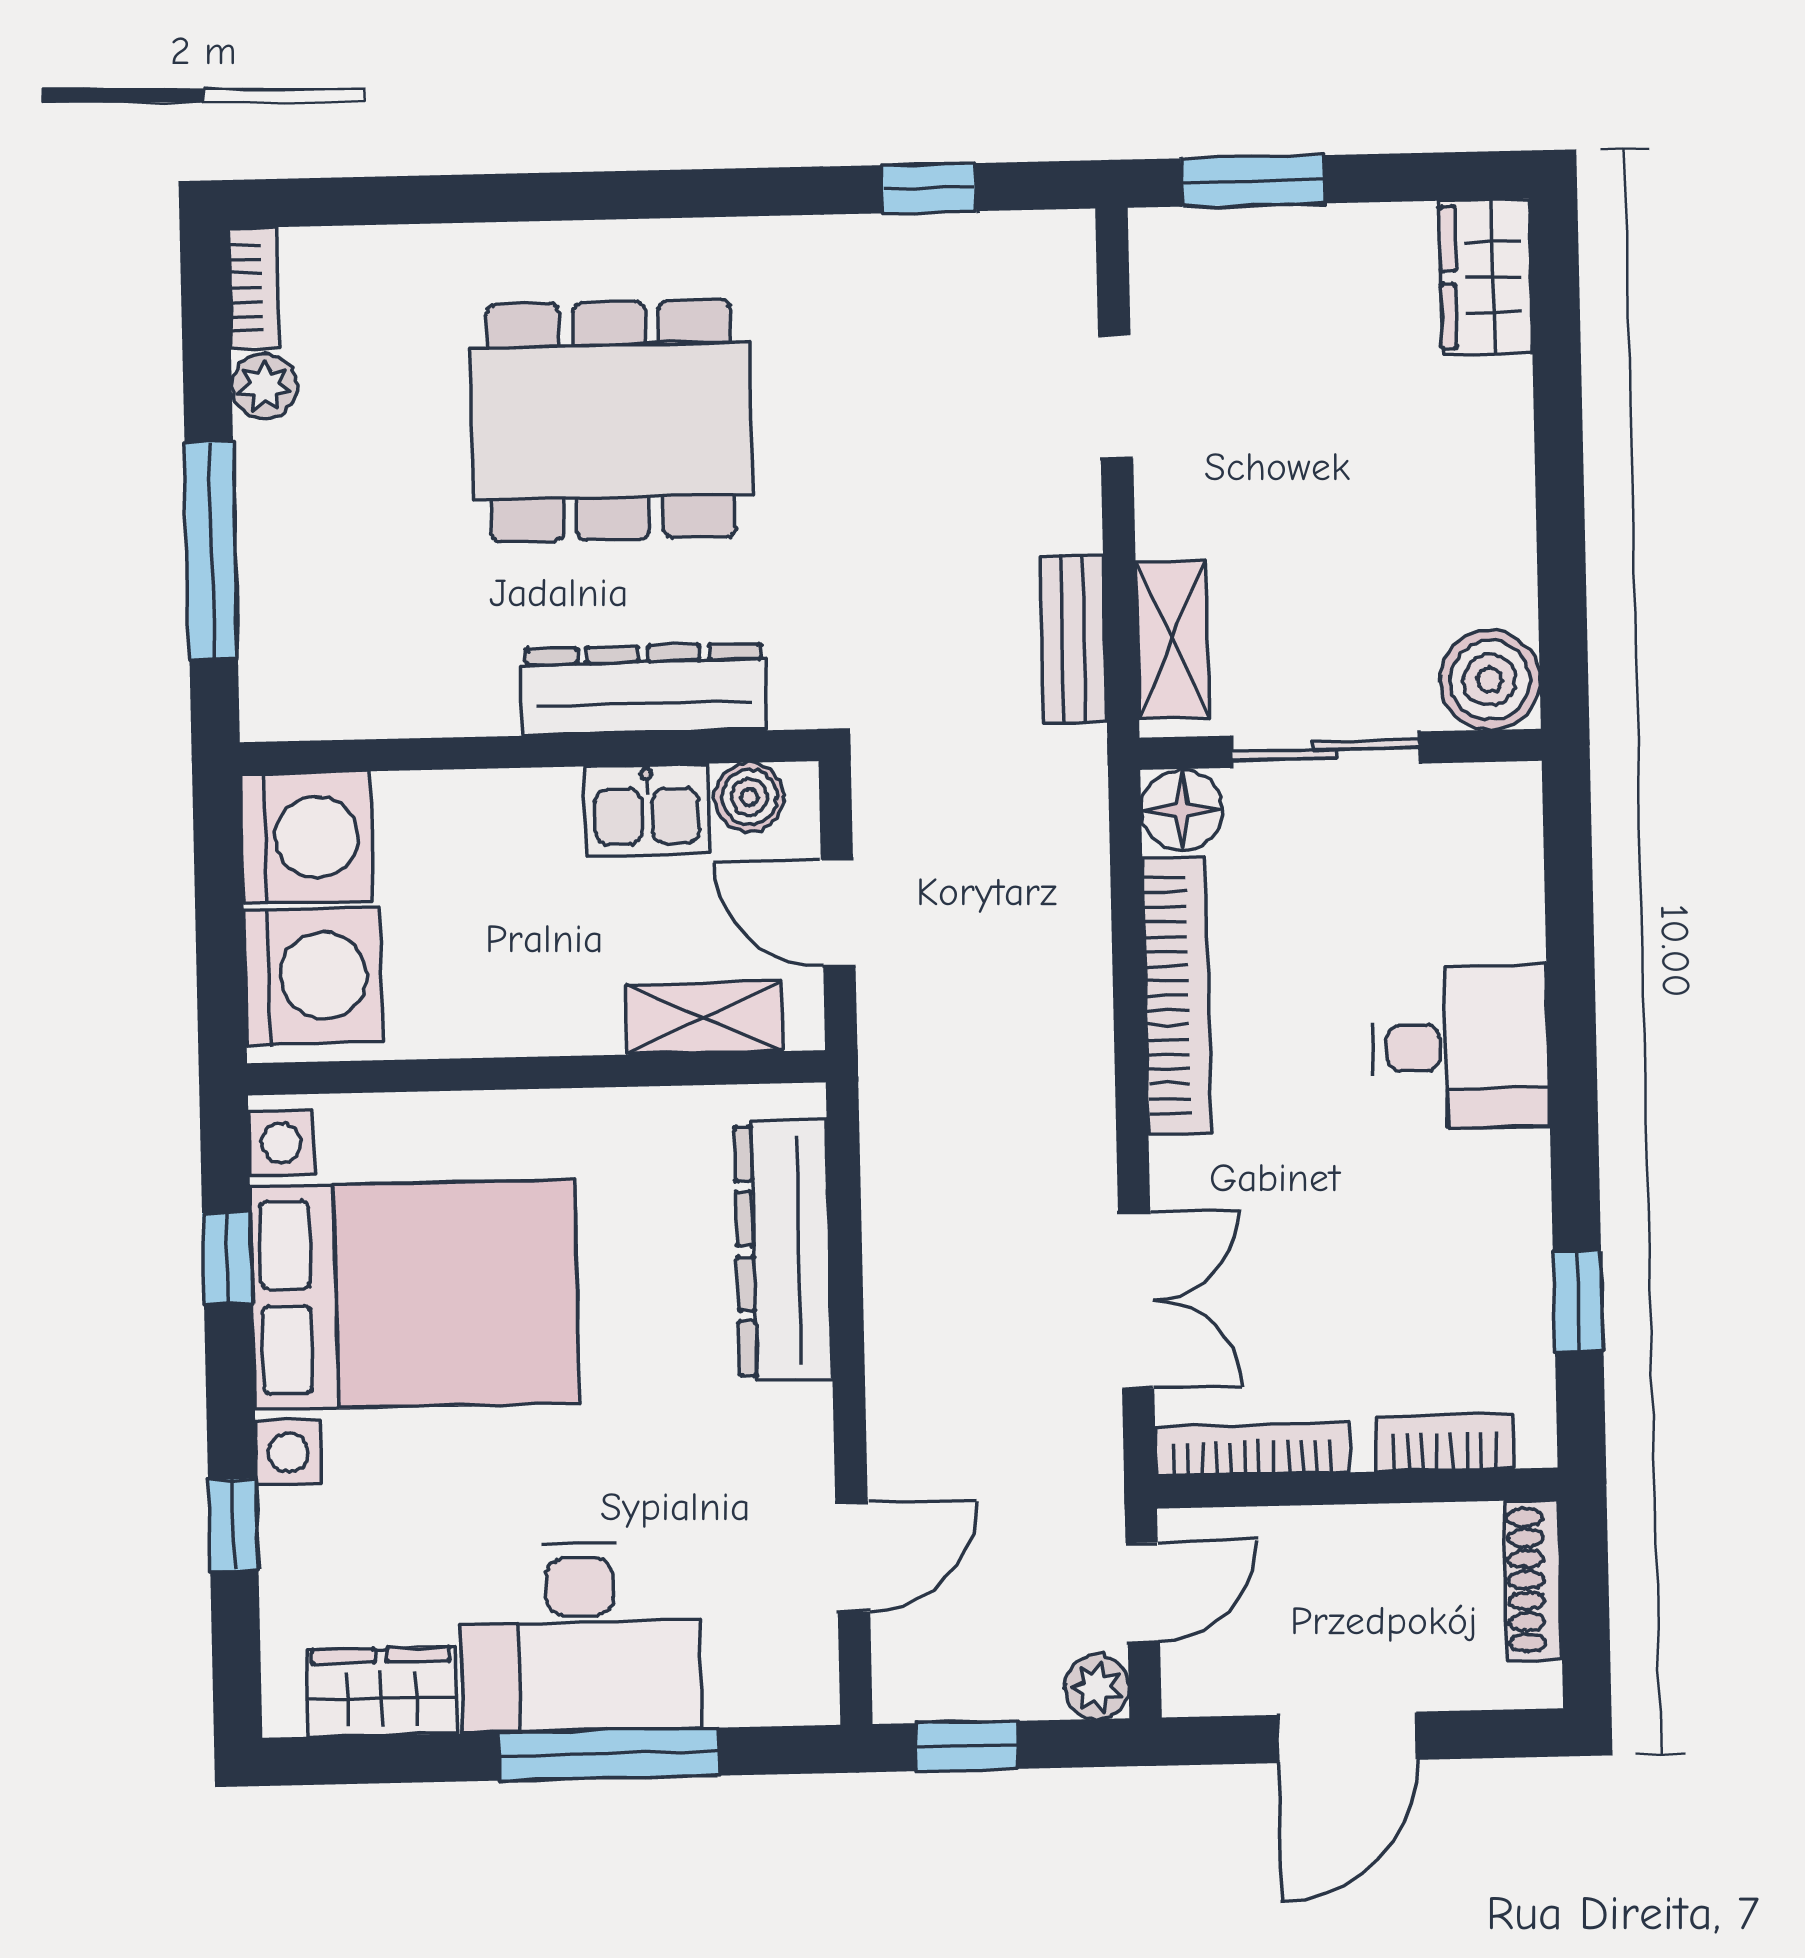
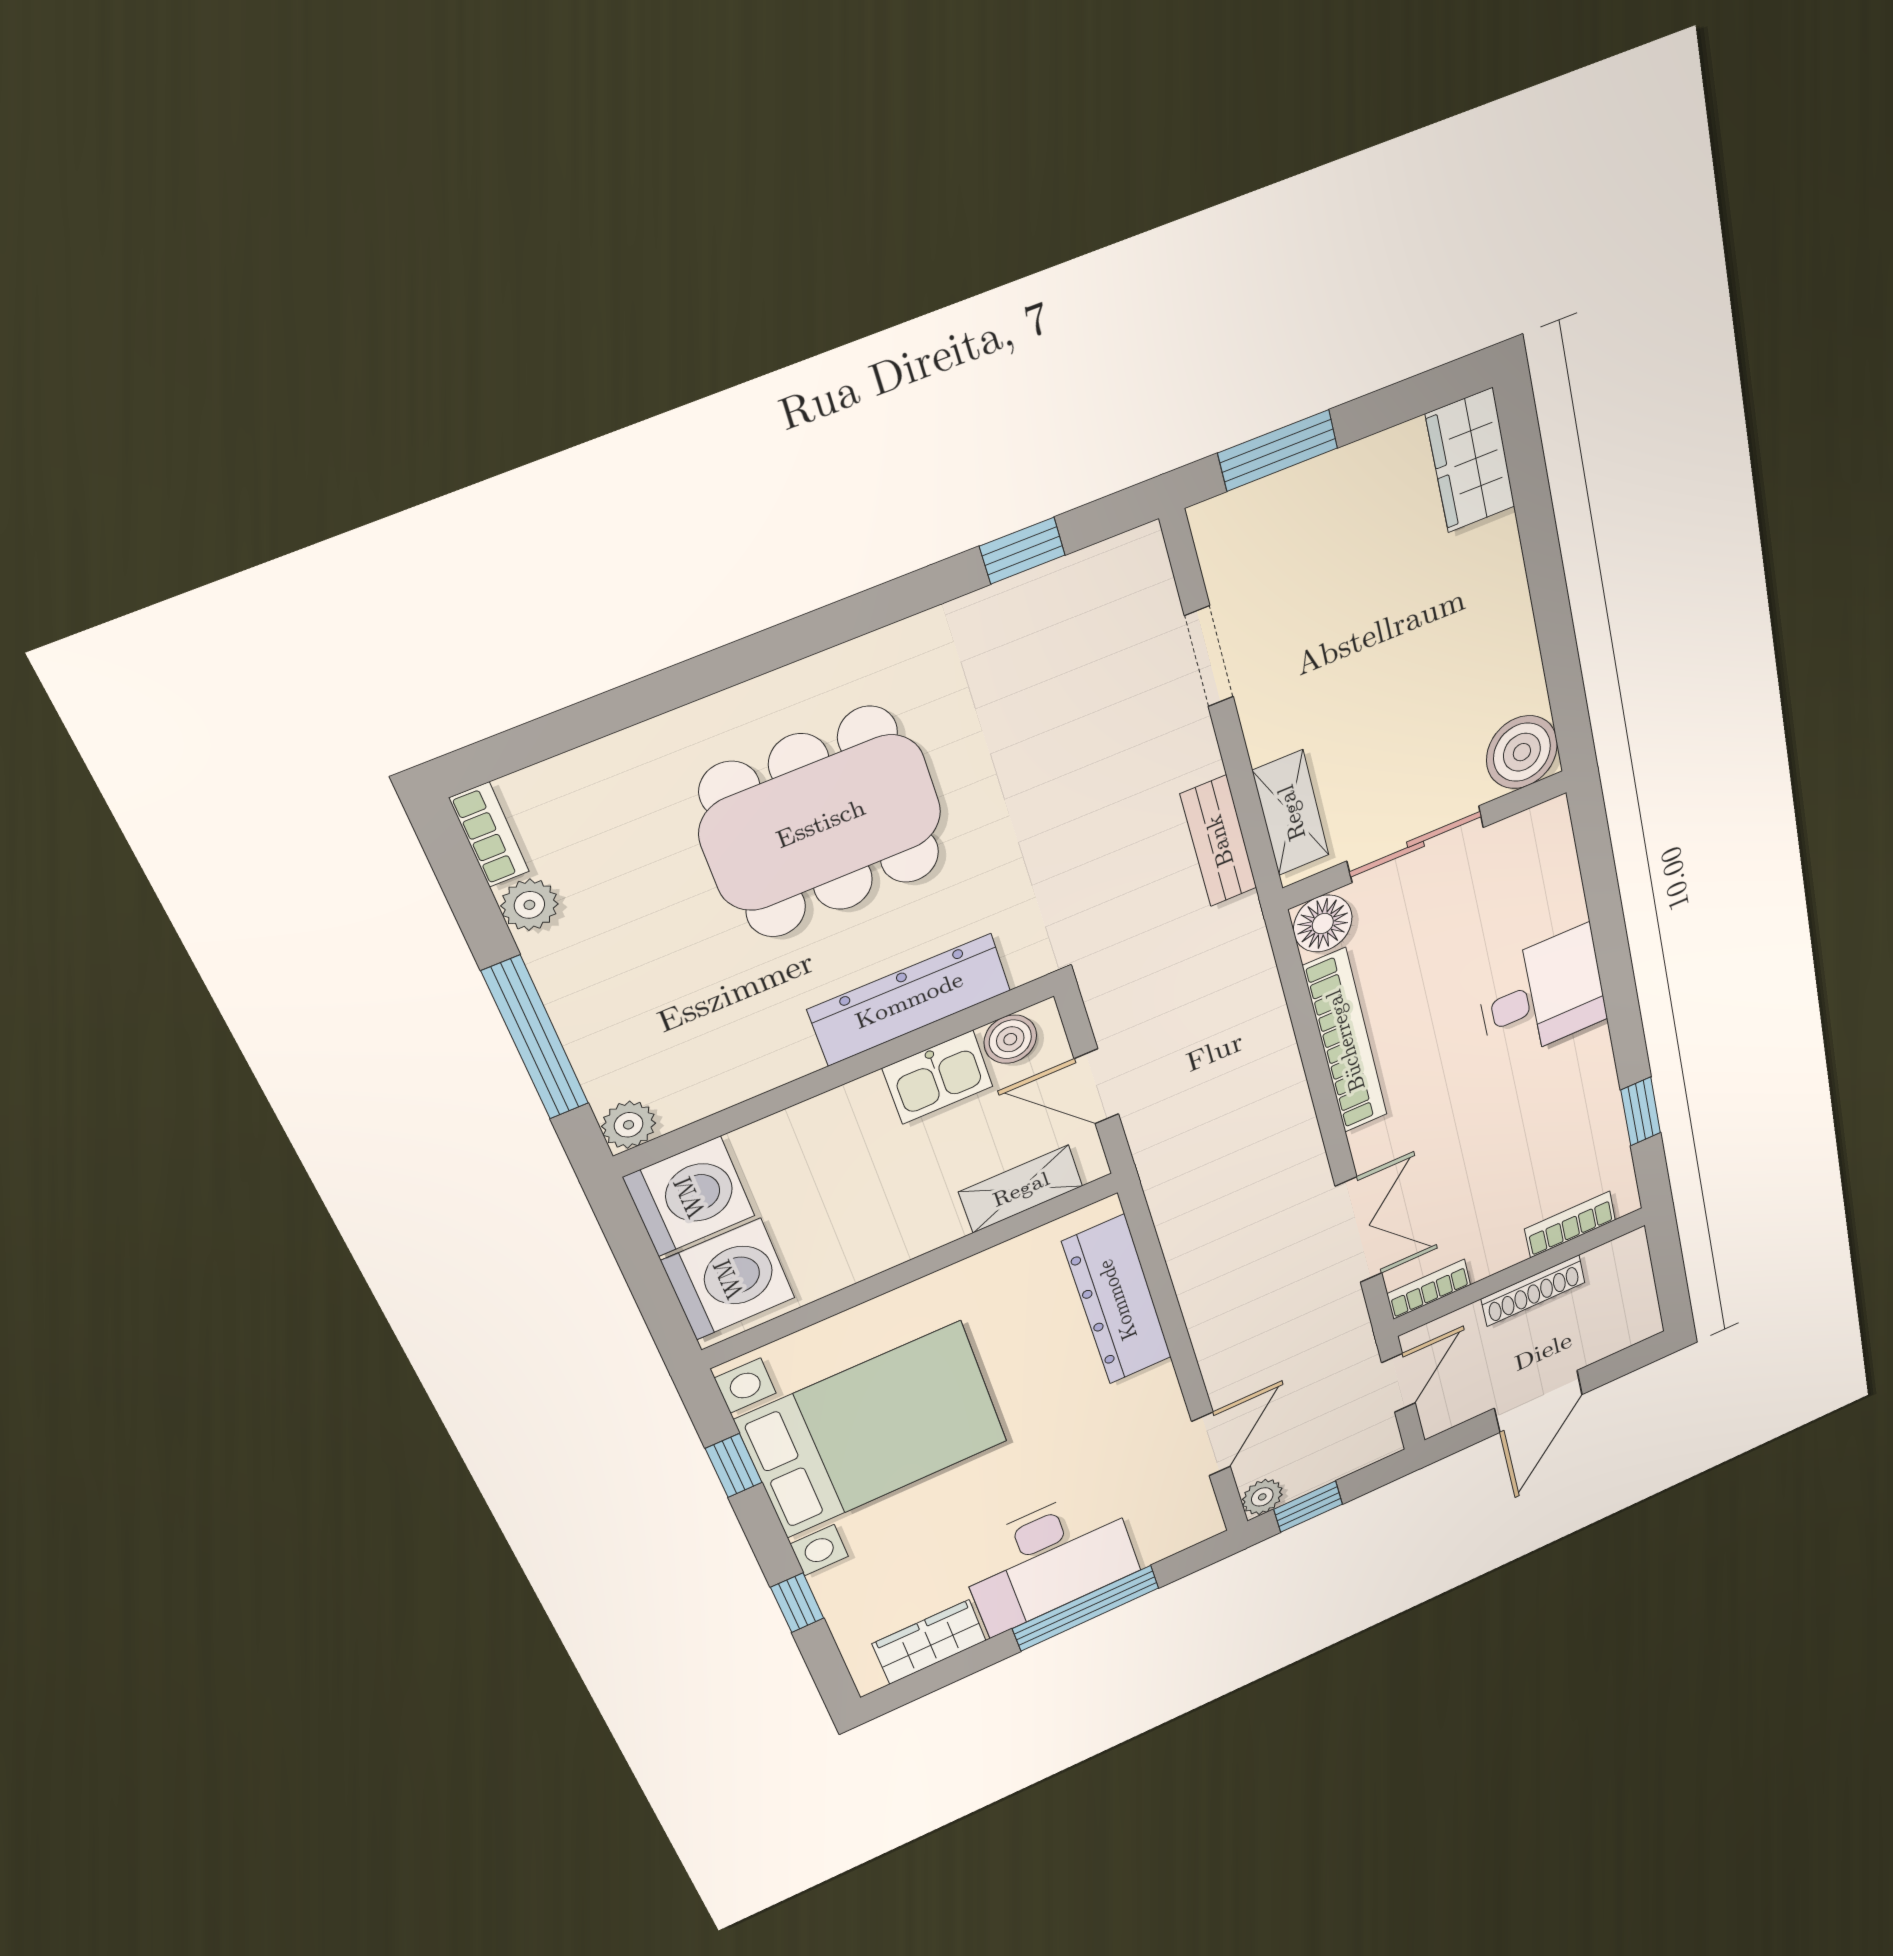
plant: (272, 708) -> (629, 1125), added
bookcase: (1252, 1450) -> (1429, 1289), width x0.64
shoe rack: (1533, 1580) -> (1533, 1291), moved, turned -90
plant: (1097, 1687) -> (1262, 1497), moved

